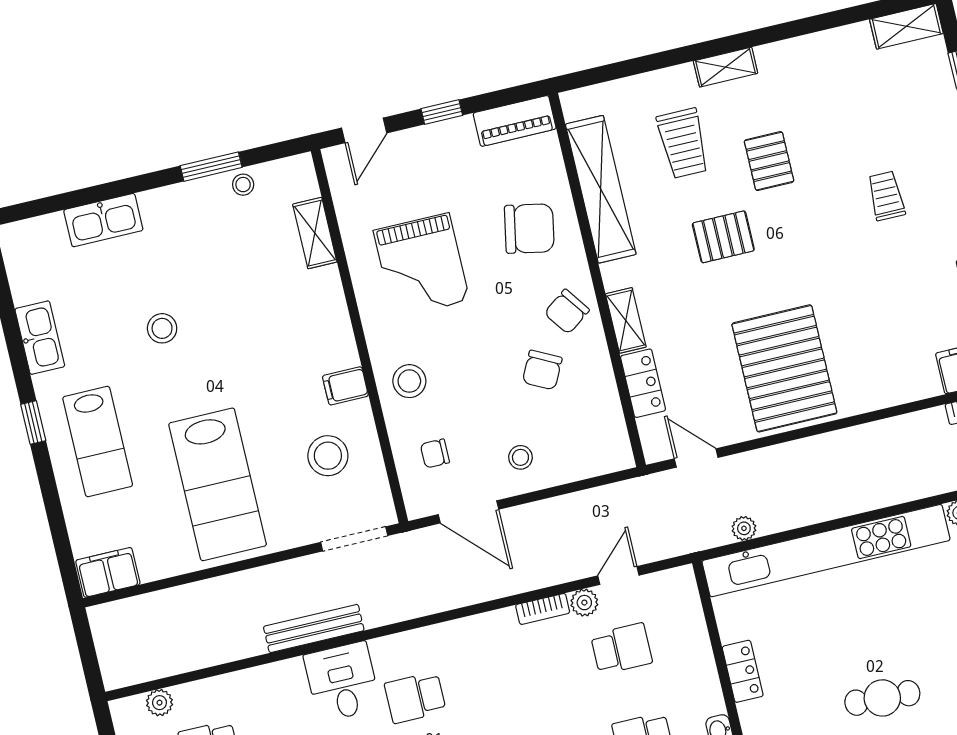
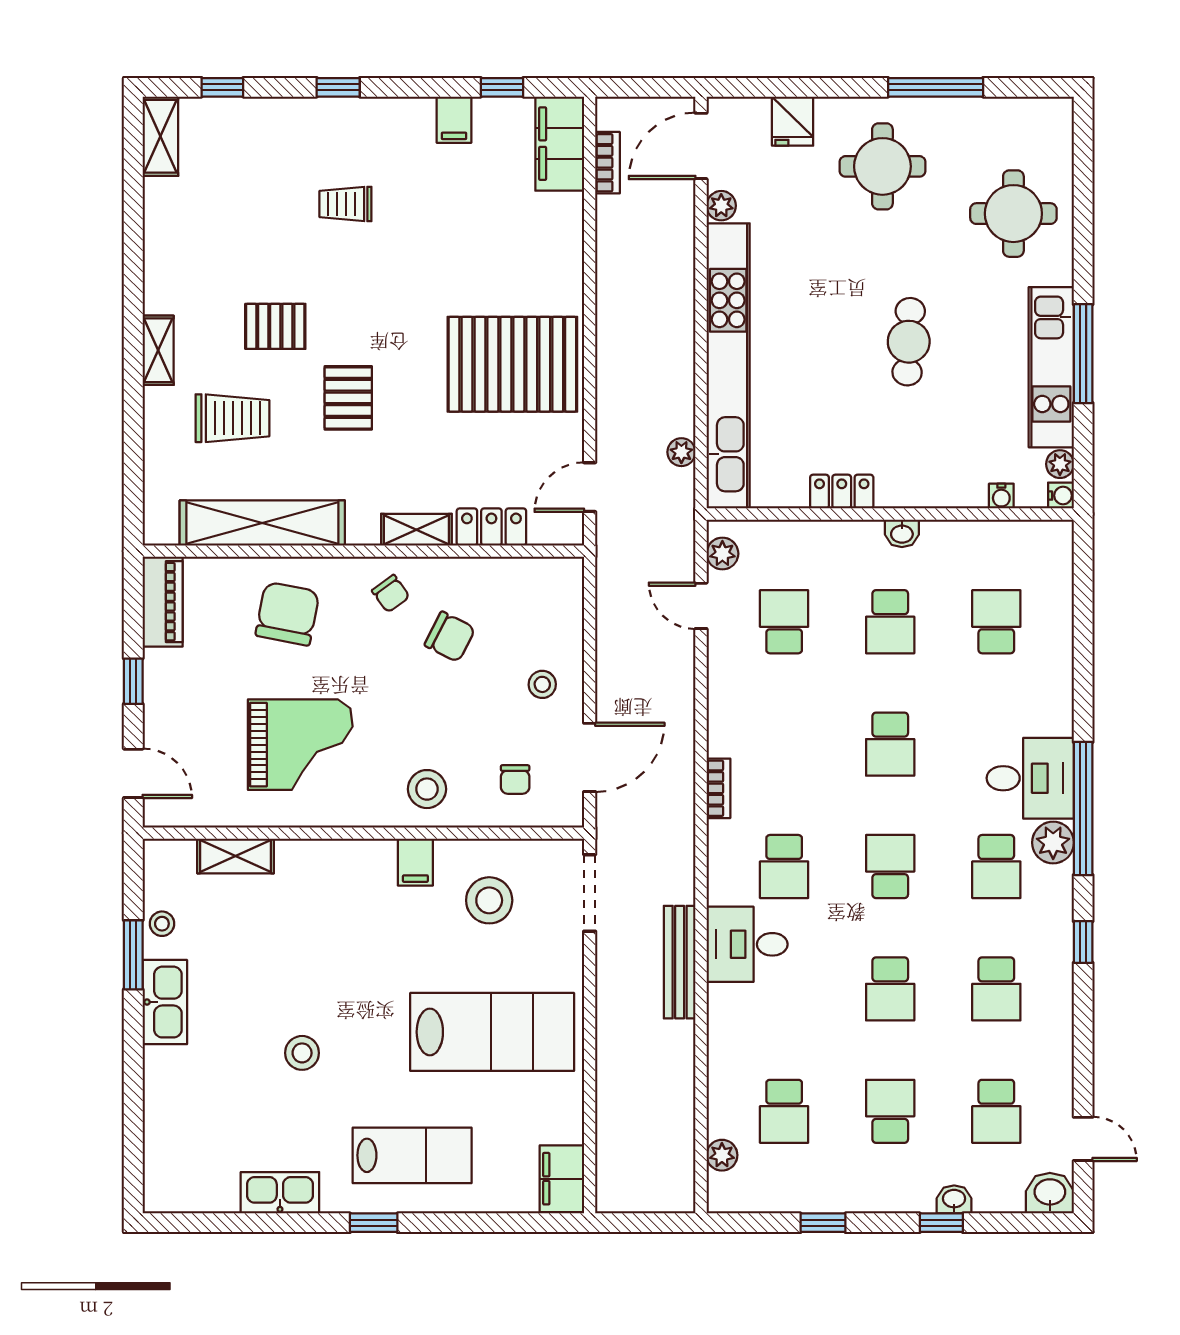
kitchen sink: (103, 220) -> (165, 1002), moved
chair: (567, 312) -> (391, 594), width x0.73, depth x0.73
plant: (584, 603) -> (722, 554), moved
bookcase: (543, 609) -> (718, 788), moved

